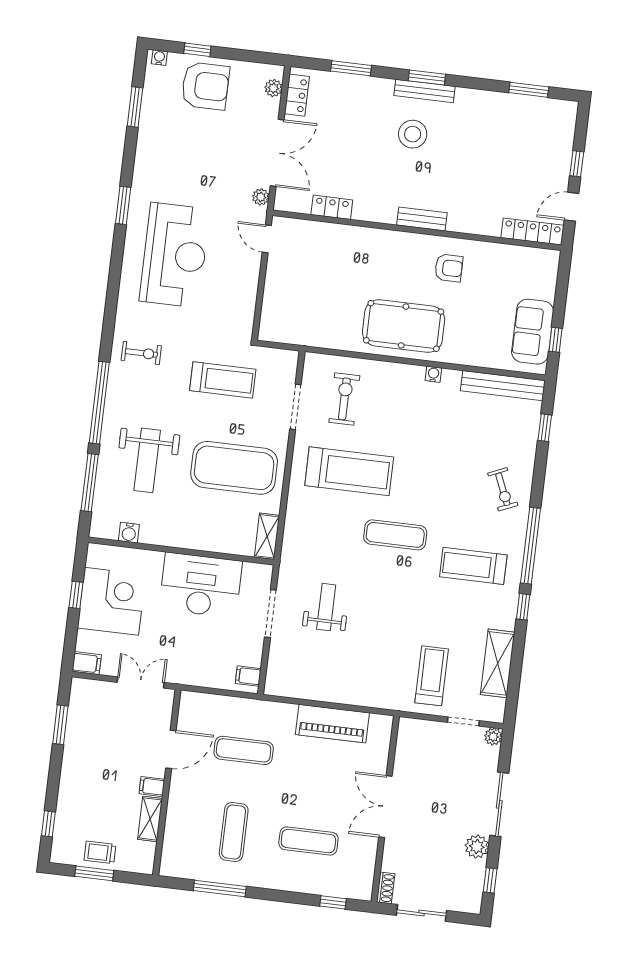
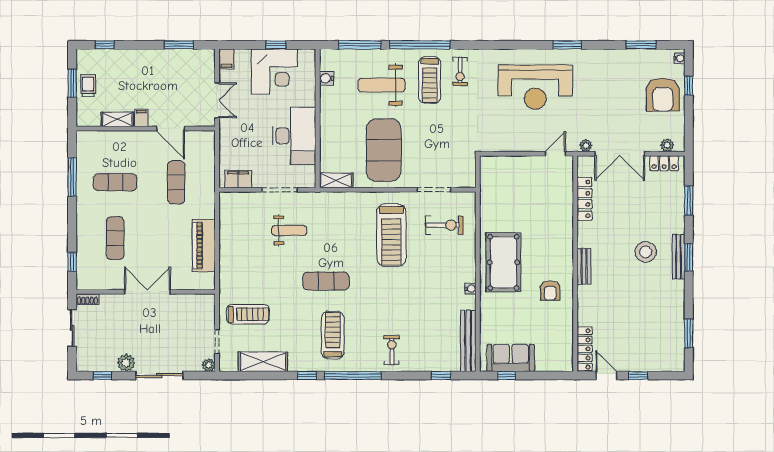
locker: (332, 207) -> (584, 199), width x1.53
treadmill: (223, 380) -> (430, 80), moved
exercise bike: (503, 489) -> (392, 350), turned 113
exercise mat: (395, 535) -> (326, 281), moved, turned 90
filing cabinet: (248, 676) -> (238, 179), width x2.00

